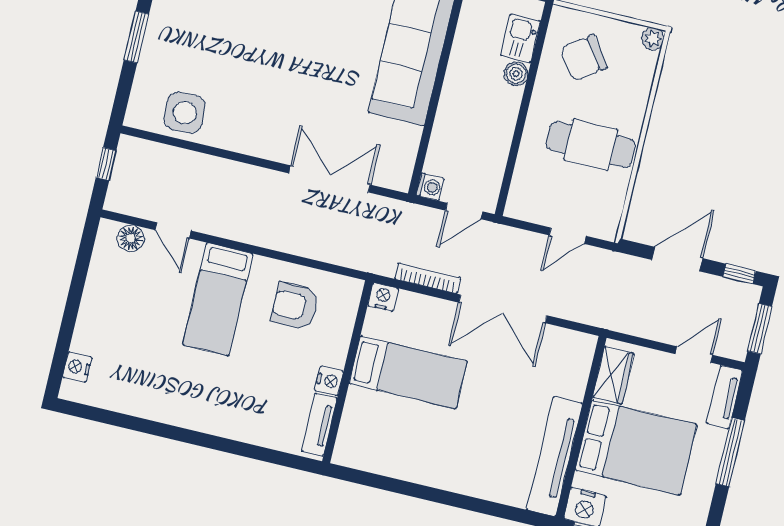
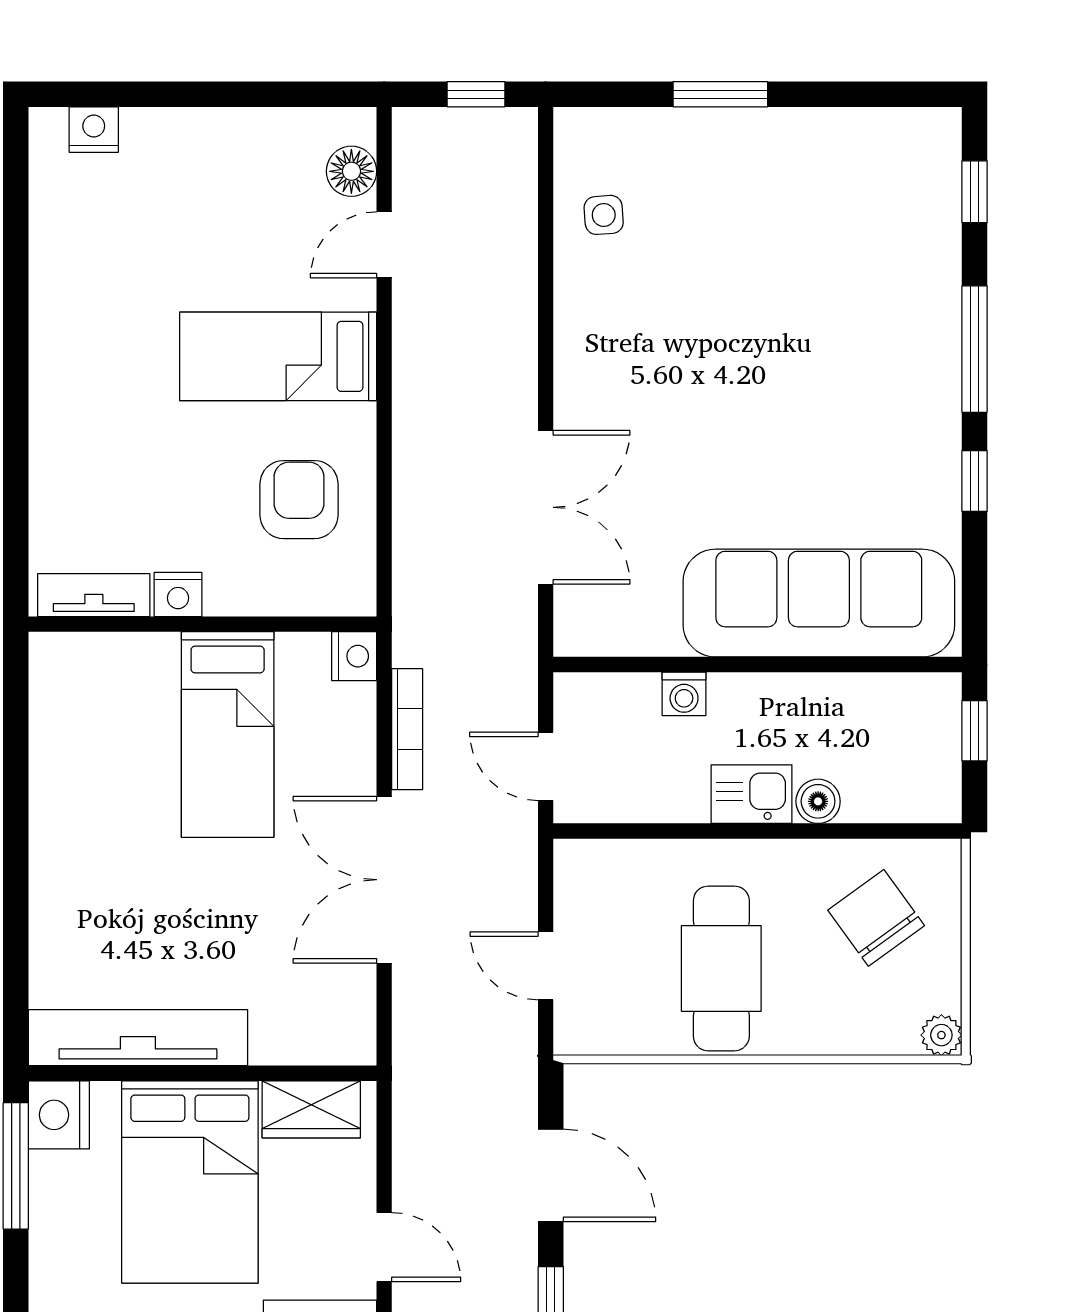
kitchen sink: (520, 38) -> (751, 794), moved
side table: (185, 113) -> (604, 215), width x0.54, depth x0.54
washing machine: (430, 187) -> (684, 694), moved

